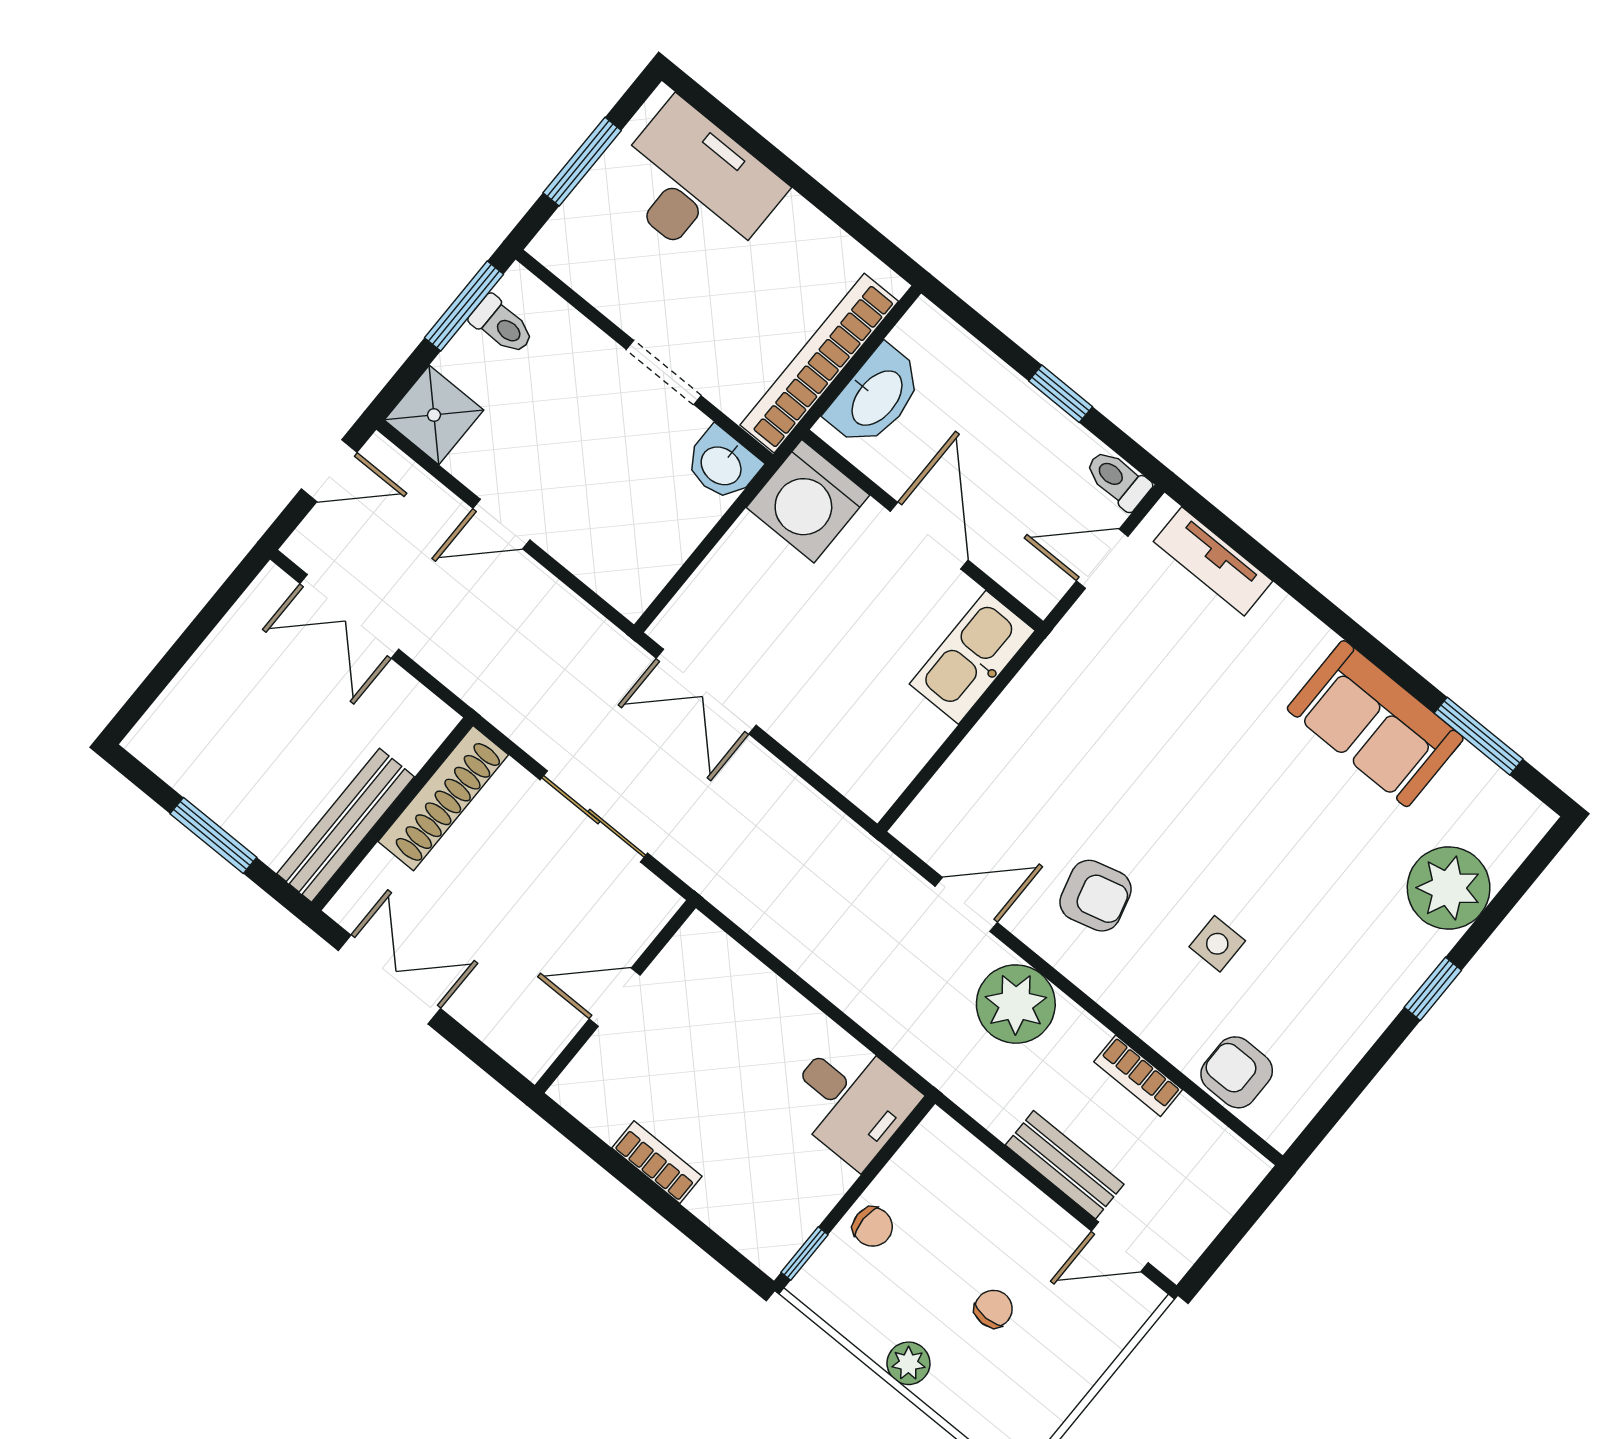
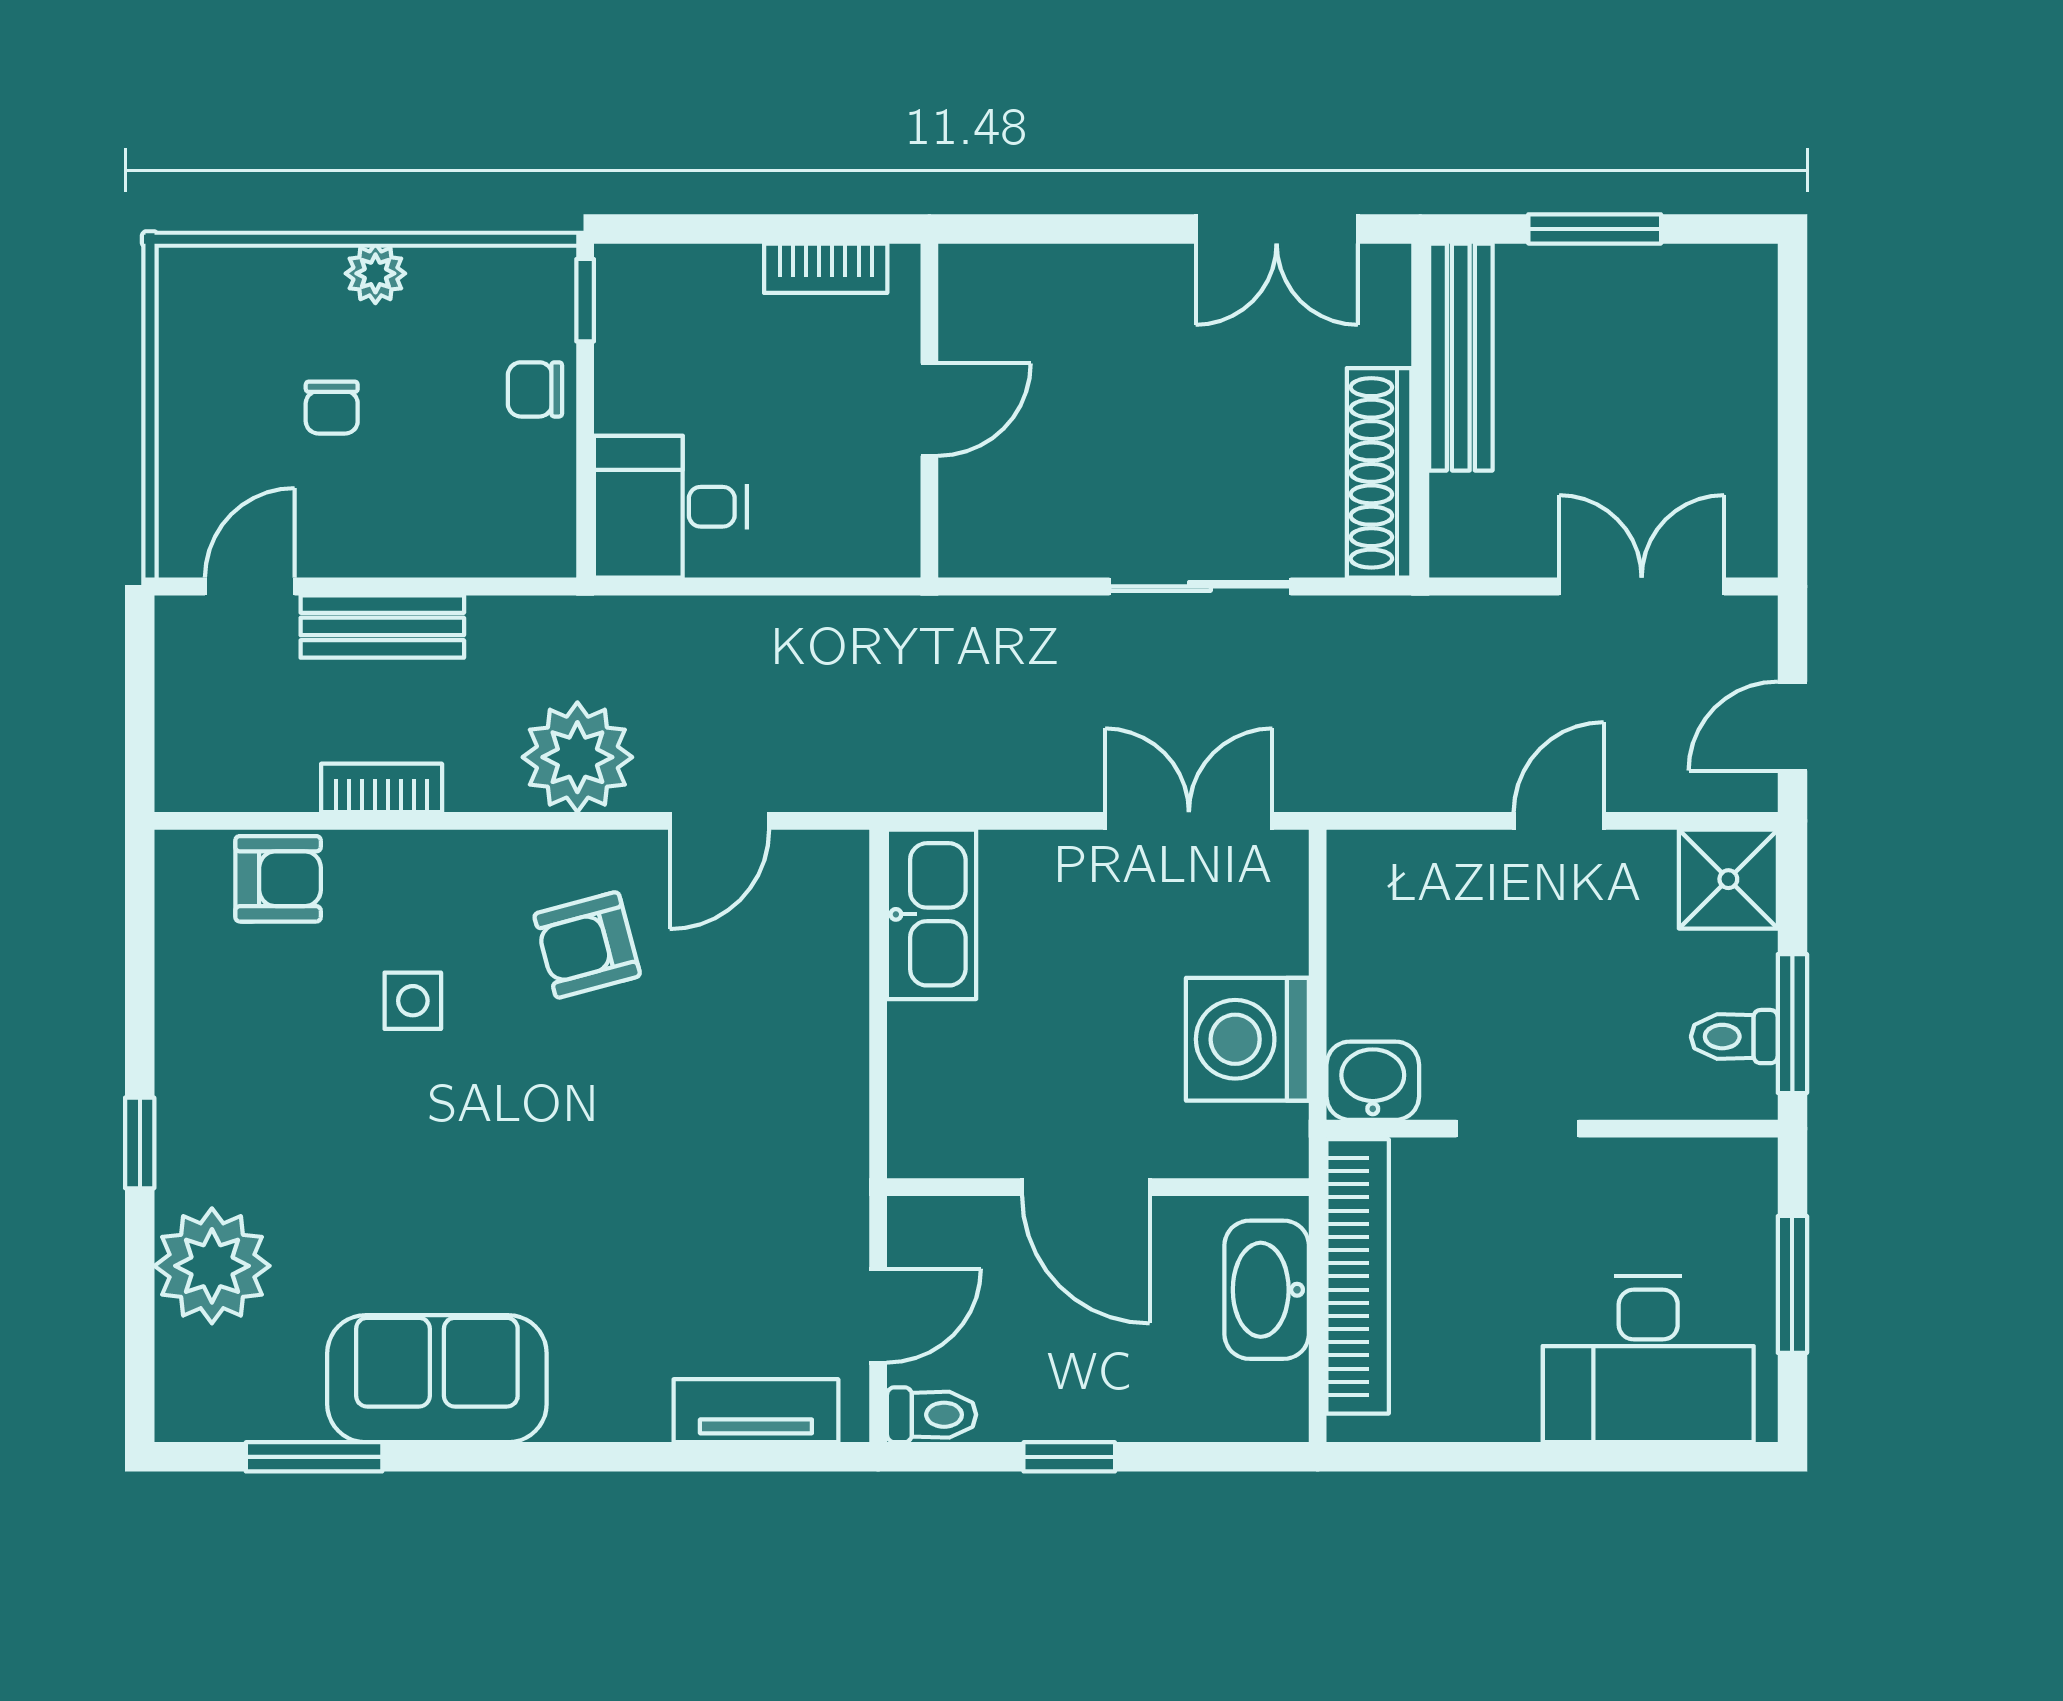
washing machine: (808, 501) -> (1247, 1039), moved, turned -90
kitchen sink: (972, 657) -> (932, 914), moved
wall: (615, 996) -> (929, 411), moved
door: (615, 997) -> (929, 410), moved

